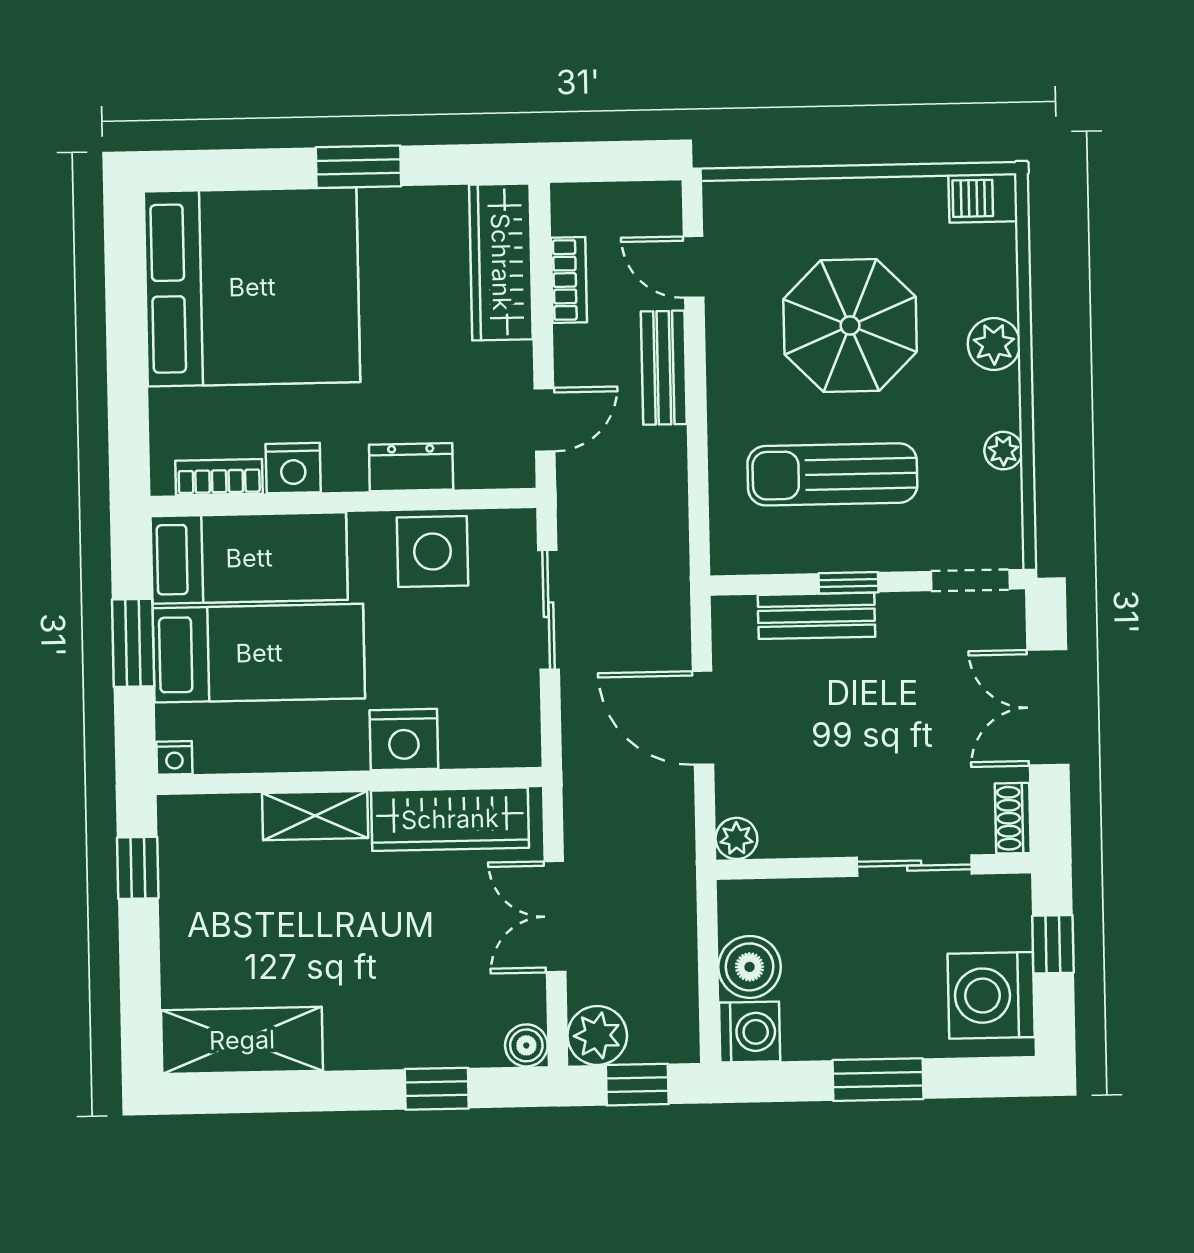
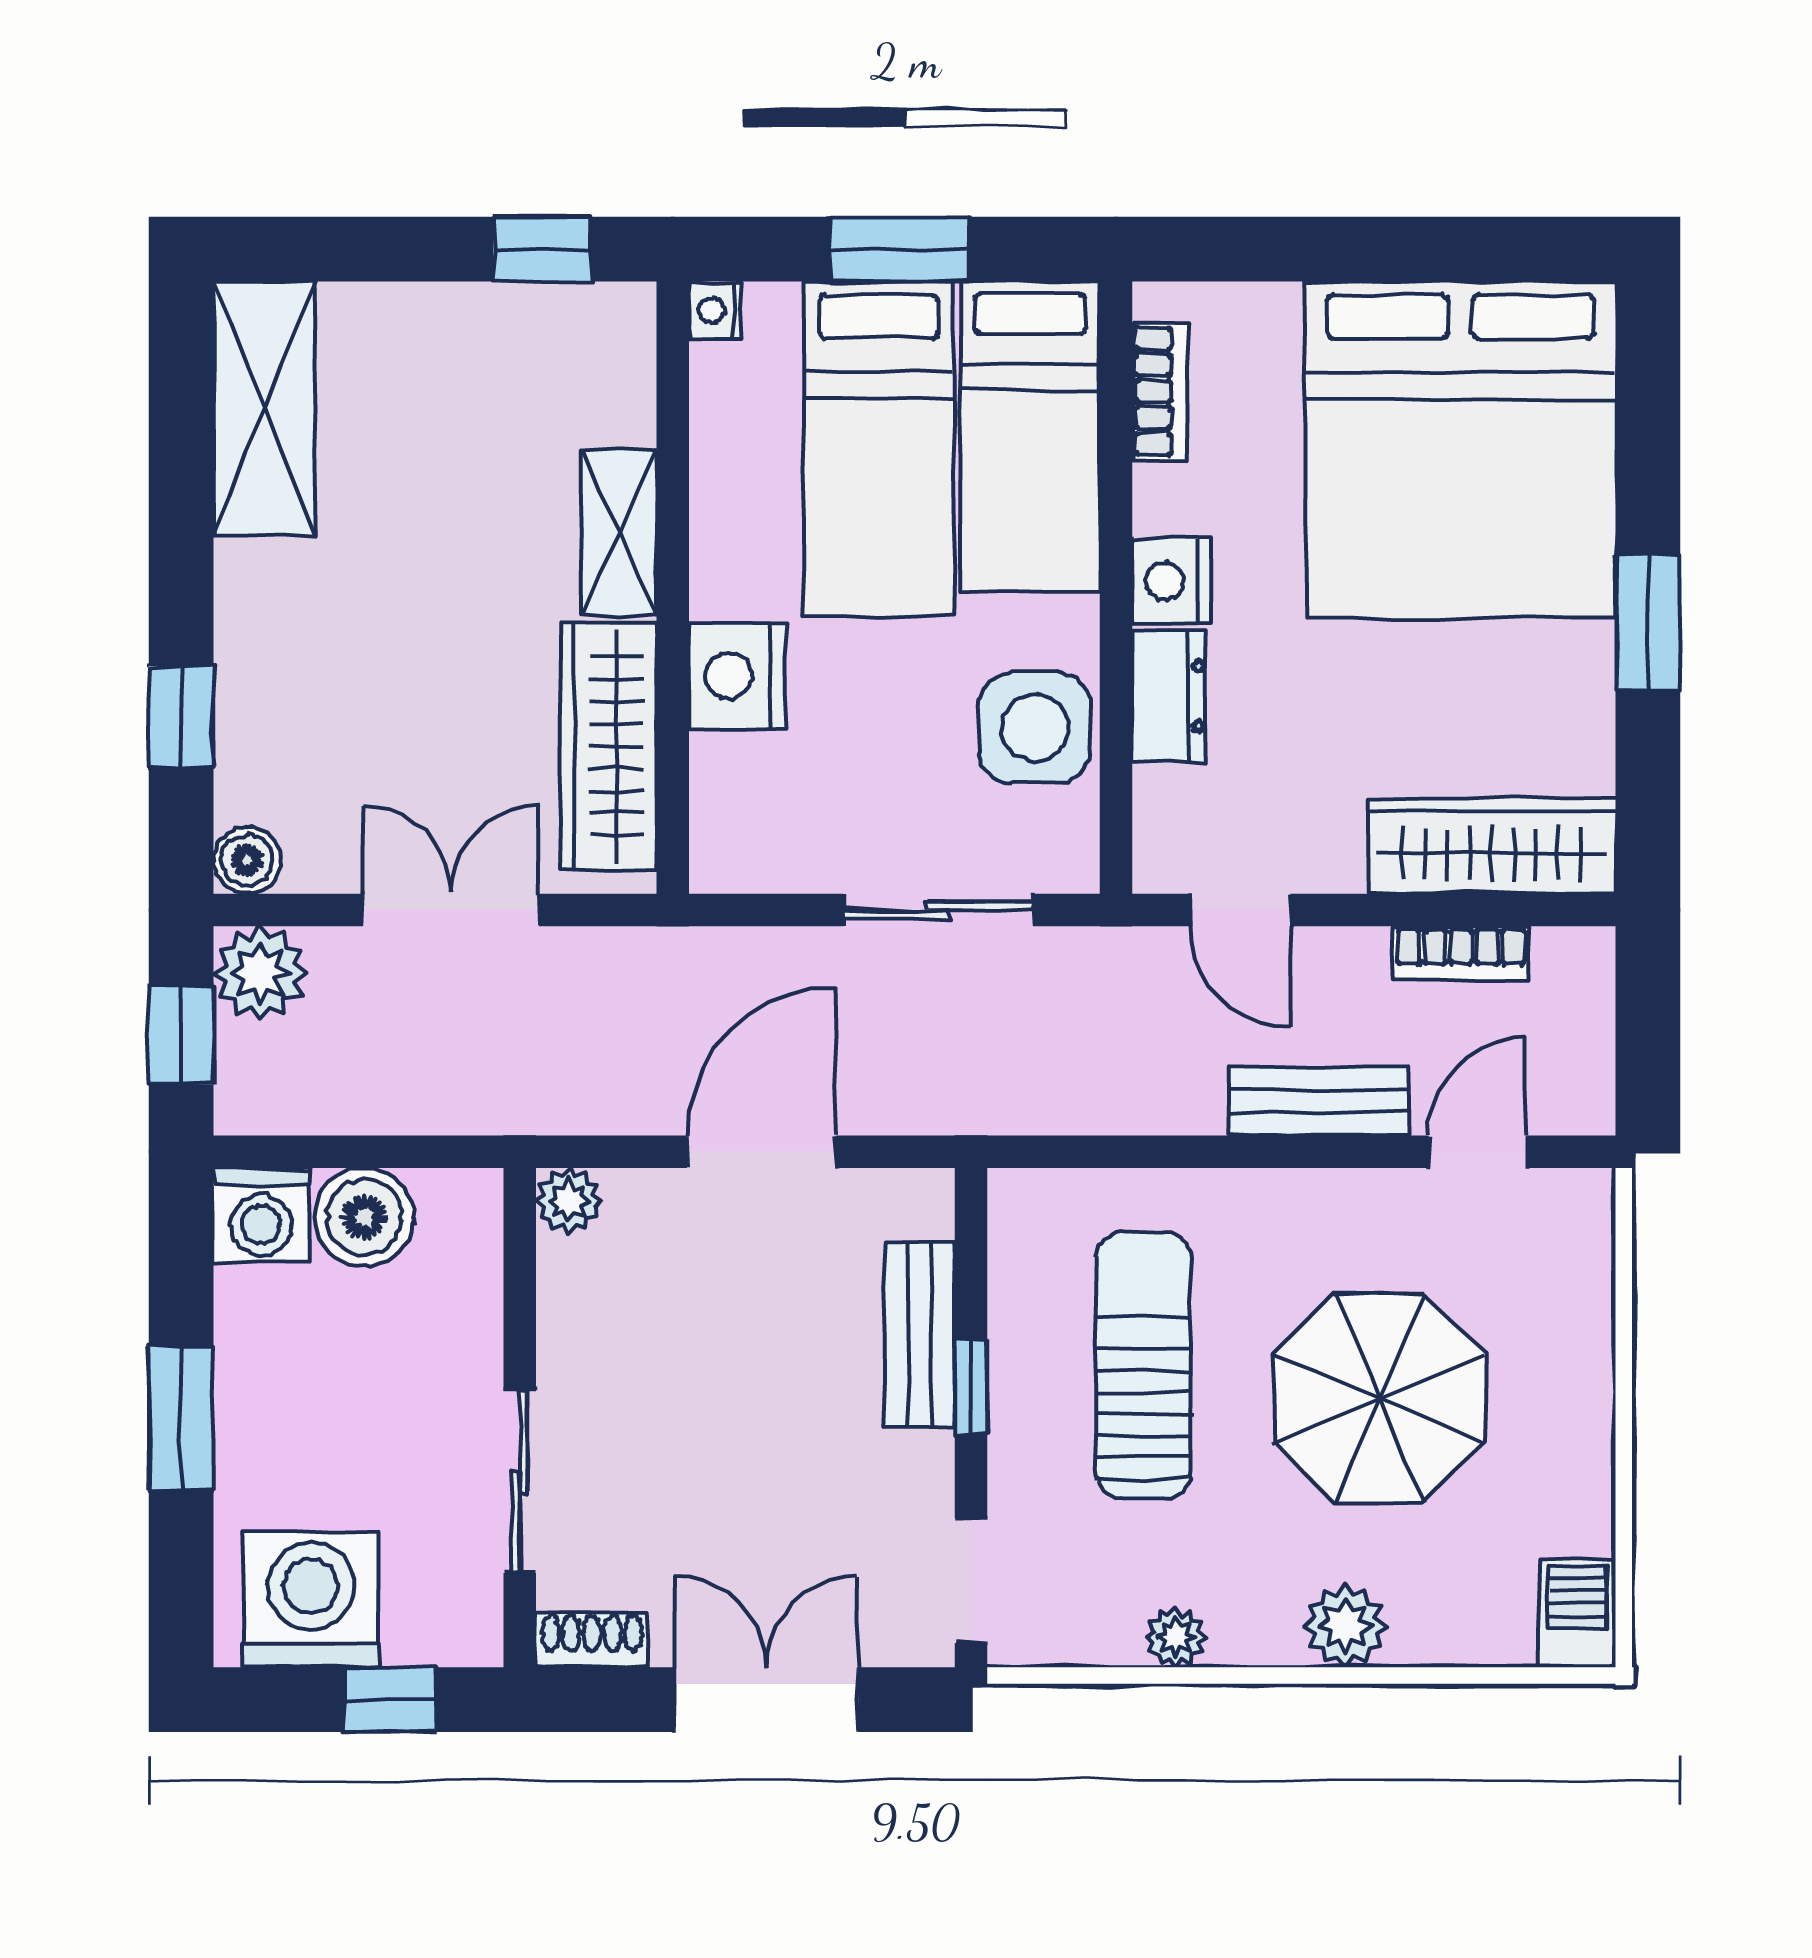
nightstand: (293, 468) -> (1172, 581), moved

